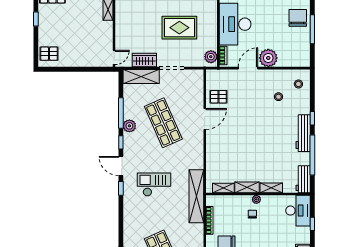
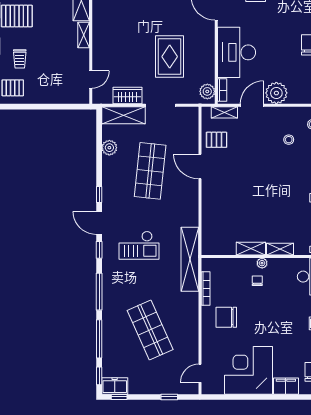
rug: (179, 28) -> (170, 57), turned 90
trolley: (55, 30) -> (20, 59), added
door: (114, 57) -> (91, 80), moved
window: (121, 113) -> (99, 292), moved
door: (205, 119) -> (200, 166), swing flipped
shop shelf: (163, 123) -> (150, 171), turned 30
plant: (129, 126) -> (109, 148), moved
checkout: (154, 185) -> (139, 245), turned 180
shelving: (223, 188) -> (224, 112), moved

